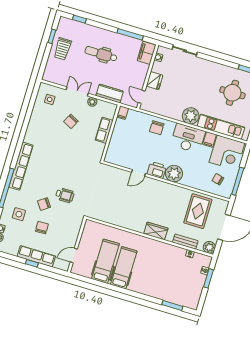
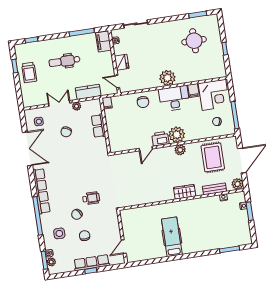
double door: (27, 120) -> (27, 149), added
kitchen unit: (221, 127) -> (198, 75), removed
plant: (170, 189) -> (180, 150), added
hospital bed: (105, 261) -> (153, 239), removed

